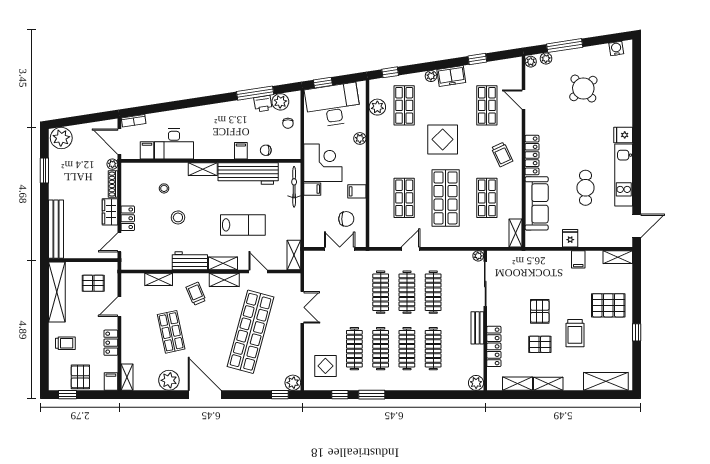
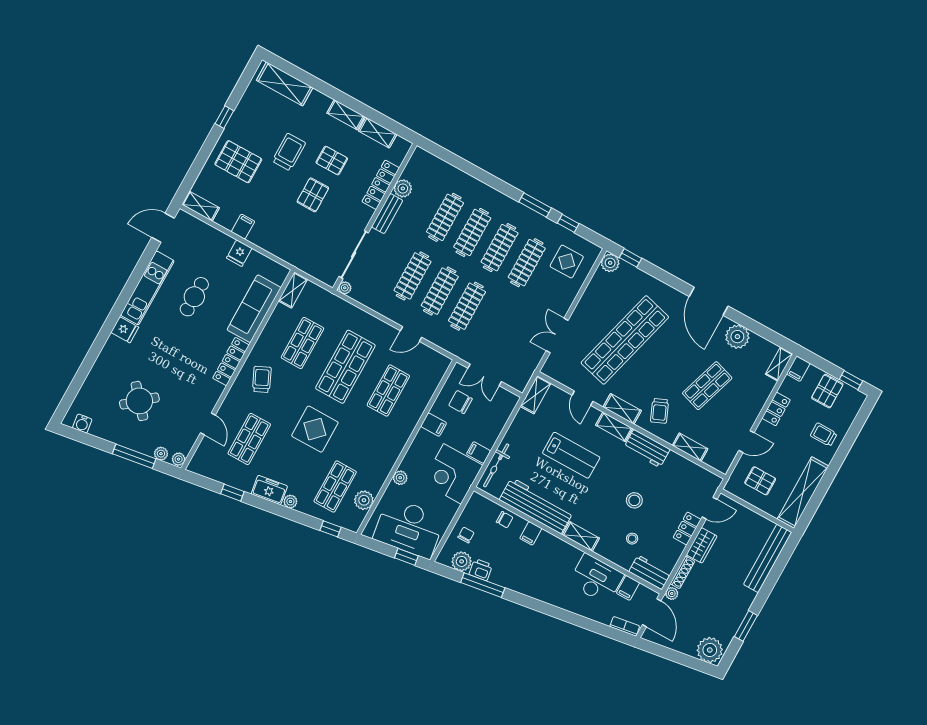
workbench: (137, 171) -> (650, 572), added
lab bench: (243, 225) -> (571, 455), turned 180
shop shelf: (171, 332) -> (707, 386), turned 30
plant: (476, 383) -> (403, 188), moved

